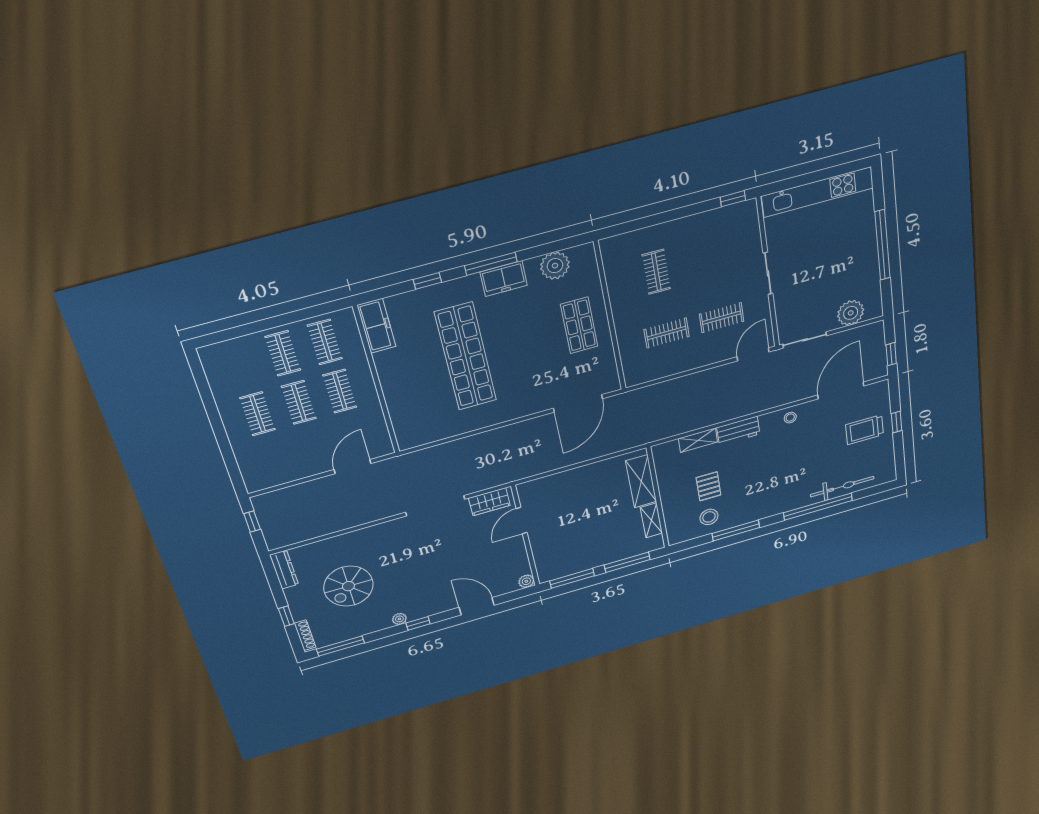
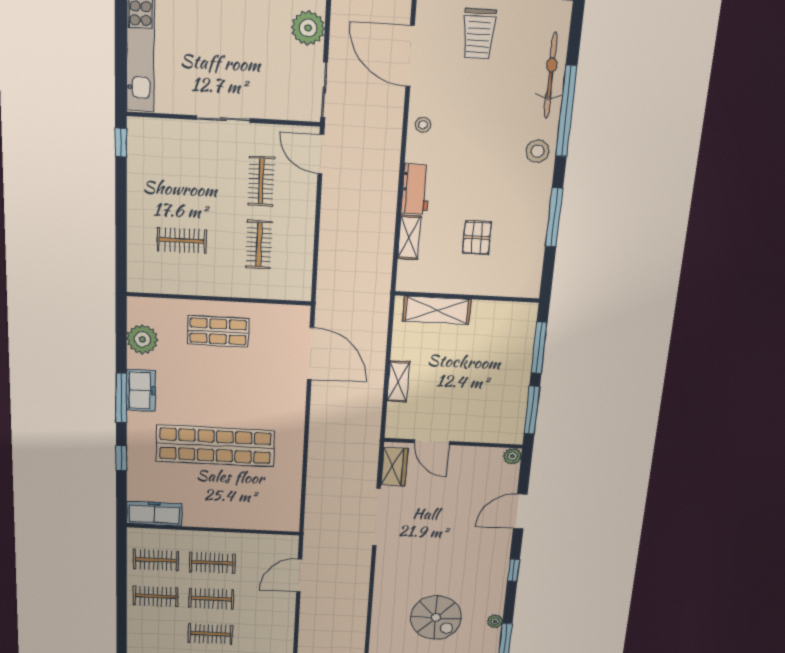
door: (353, 467) -> (299, 575), hinge flipped
pallet: (708, 486) -> (477, 238), turned 90
stool: (709, 517) -> (537, 151), moved
shelving: (651, 520) -> (398, 381), moved, turned 90
plant: (399, 619) -> (495, 621), moved

